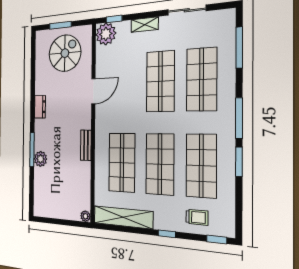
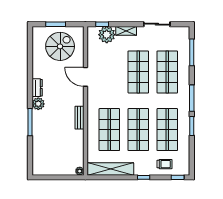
plant: (106, 34) -> (107, 35), moved
door: (93, 91) -> (85, 77), swing flipped
plant: (40, 159) -> (38, 104), moved

